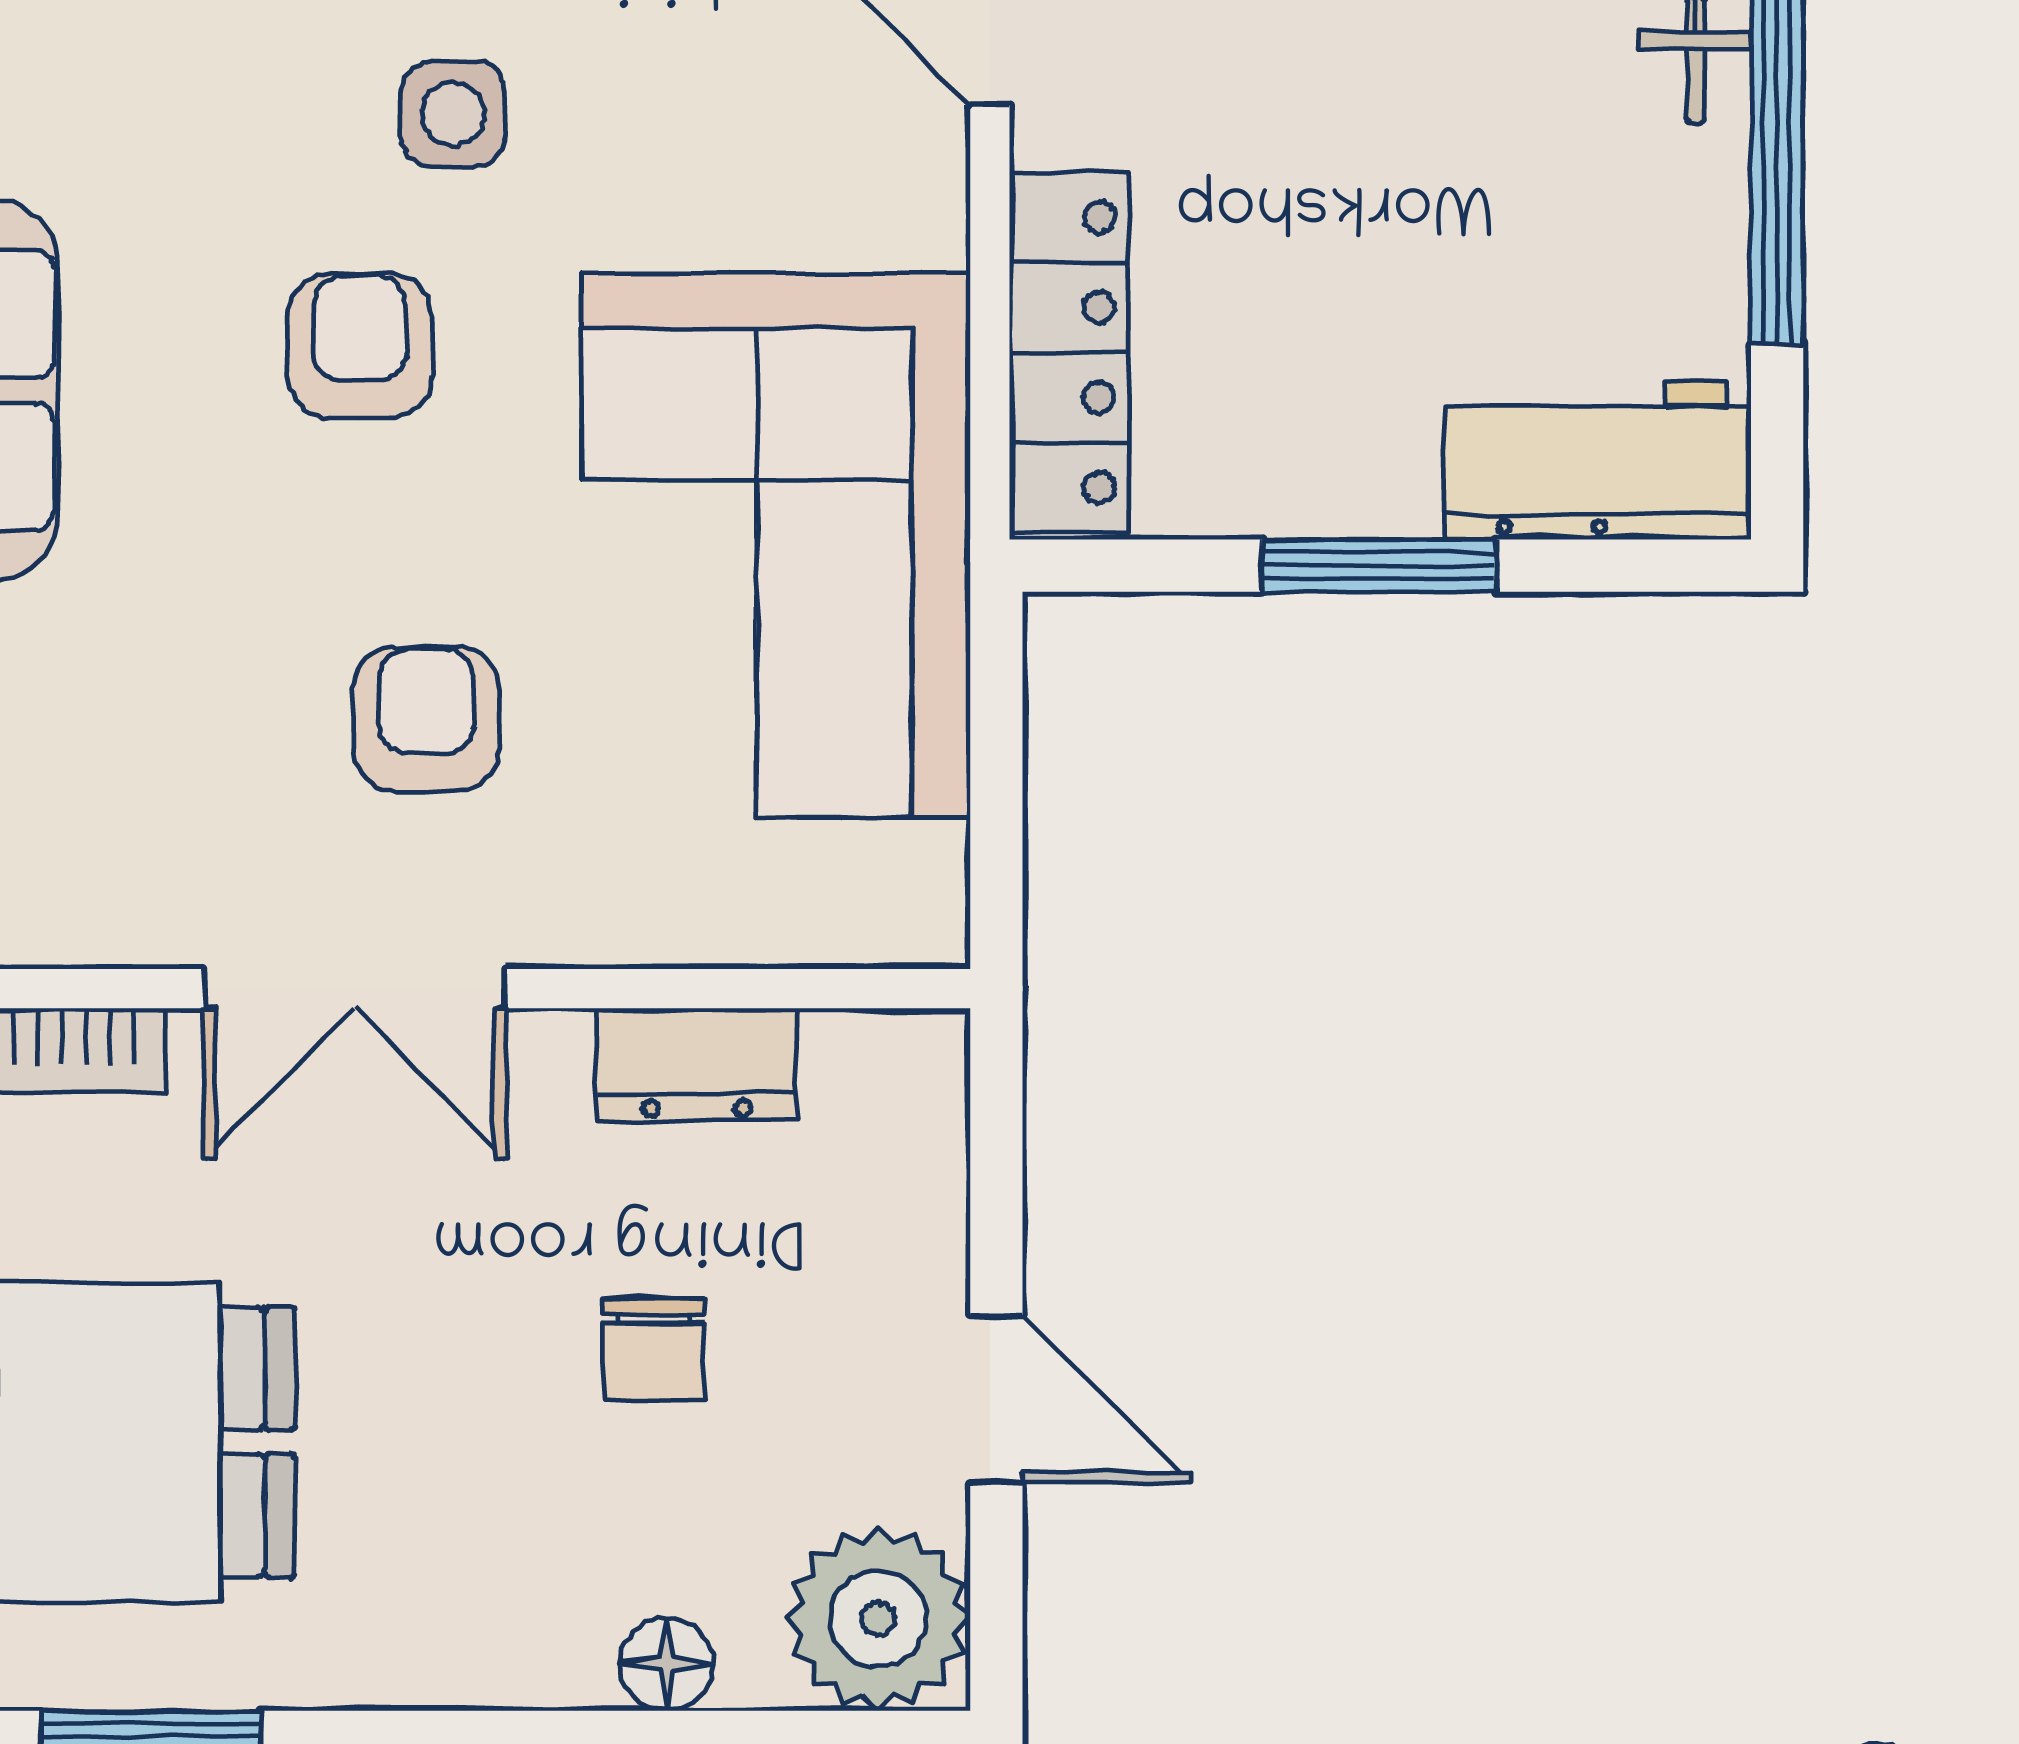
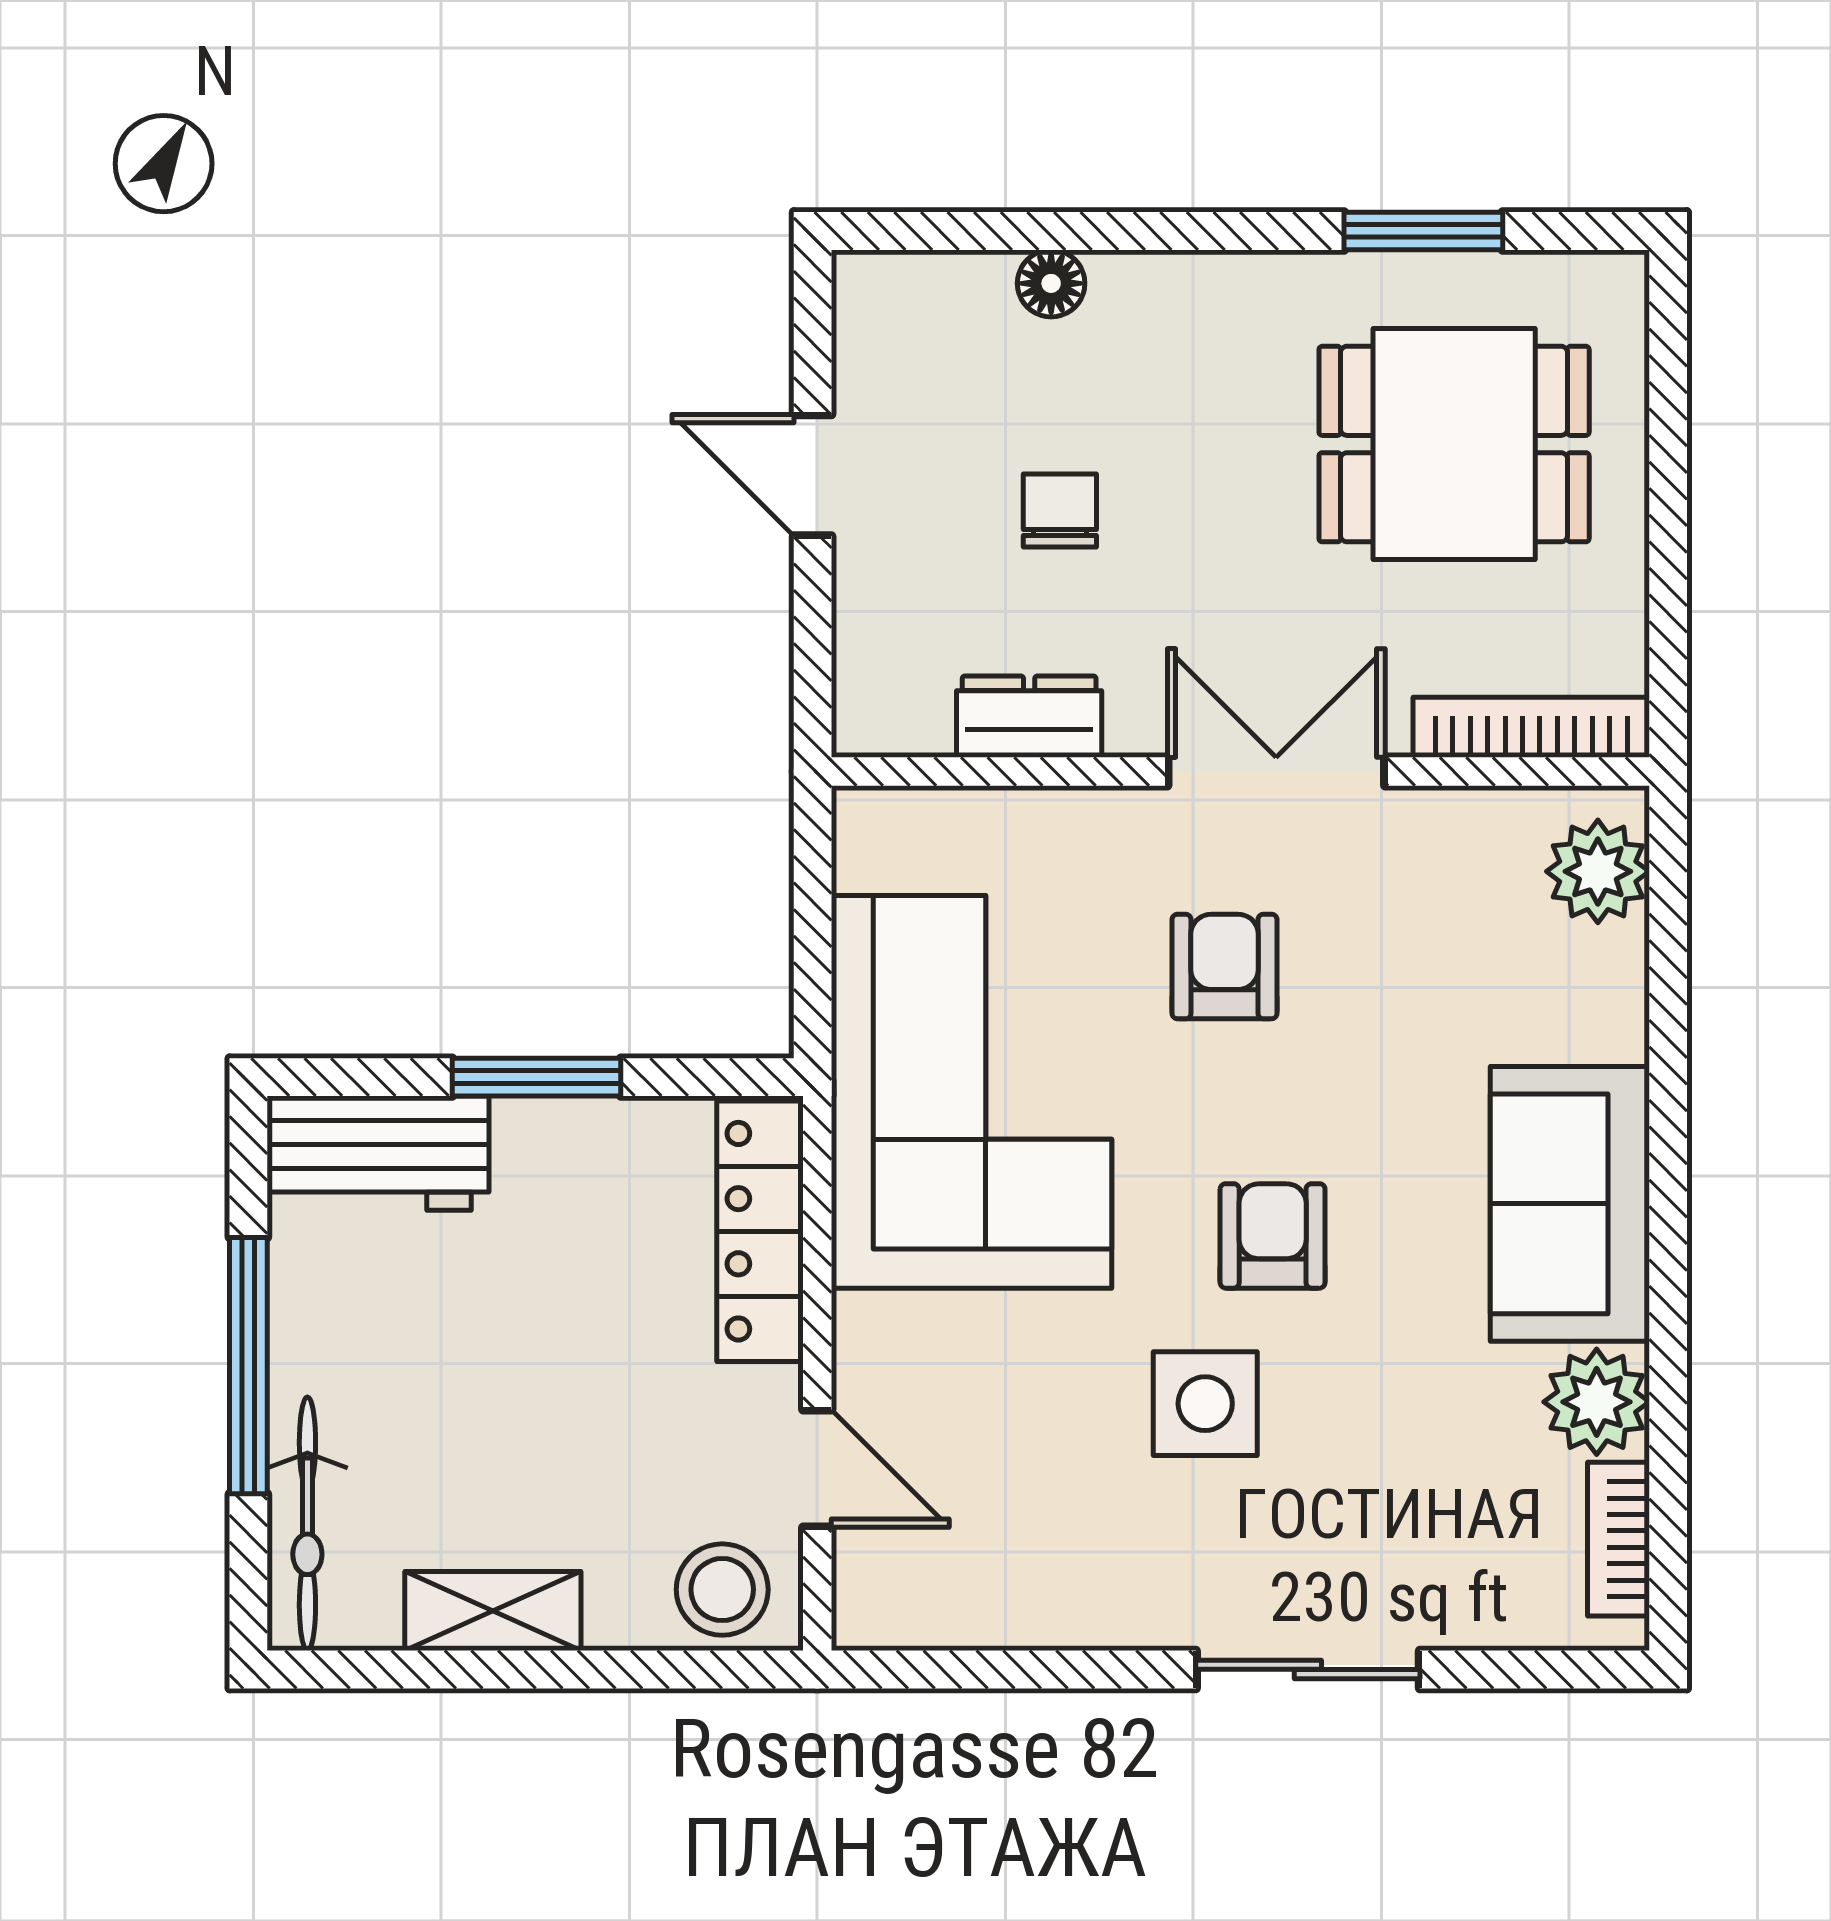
side table: (453, 114) -> (1205, 1404), width x1.37, depth x1.37
armchair: (360, 346) -> (1273, 1236), turned 180
armchair: (426, 719) -> (1225, 966), turned 180
plant: (878, 1619) -> (898, 316), removed

